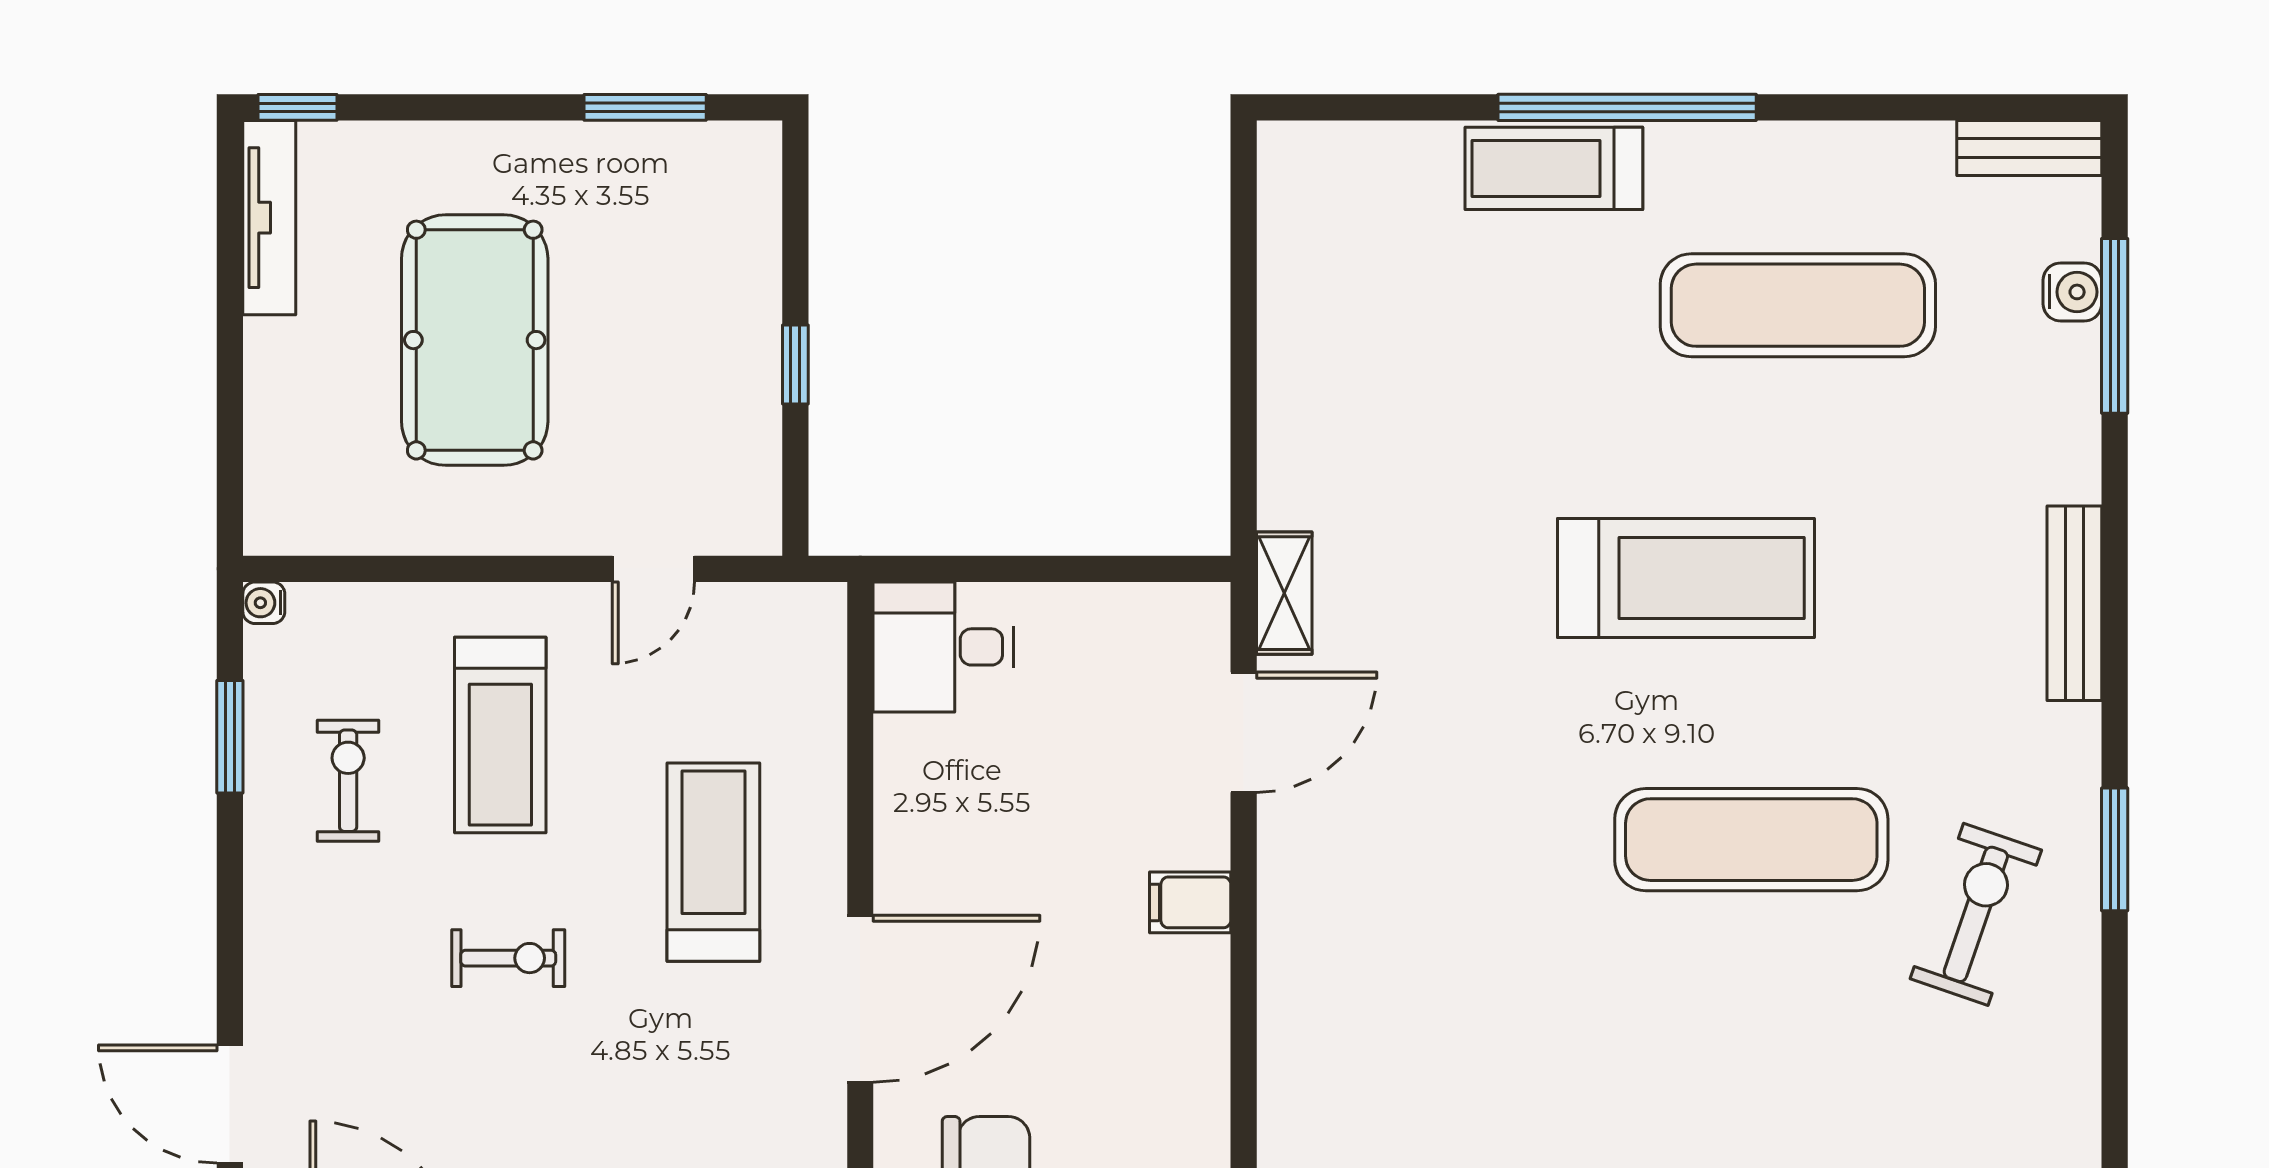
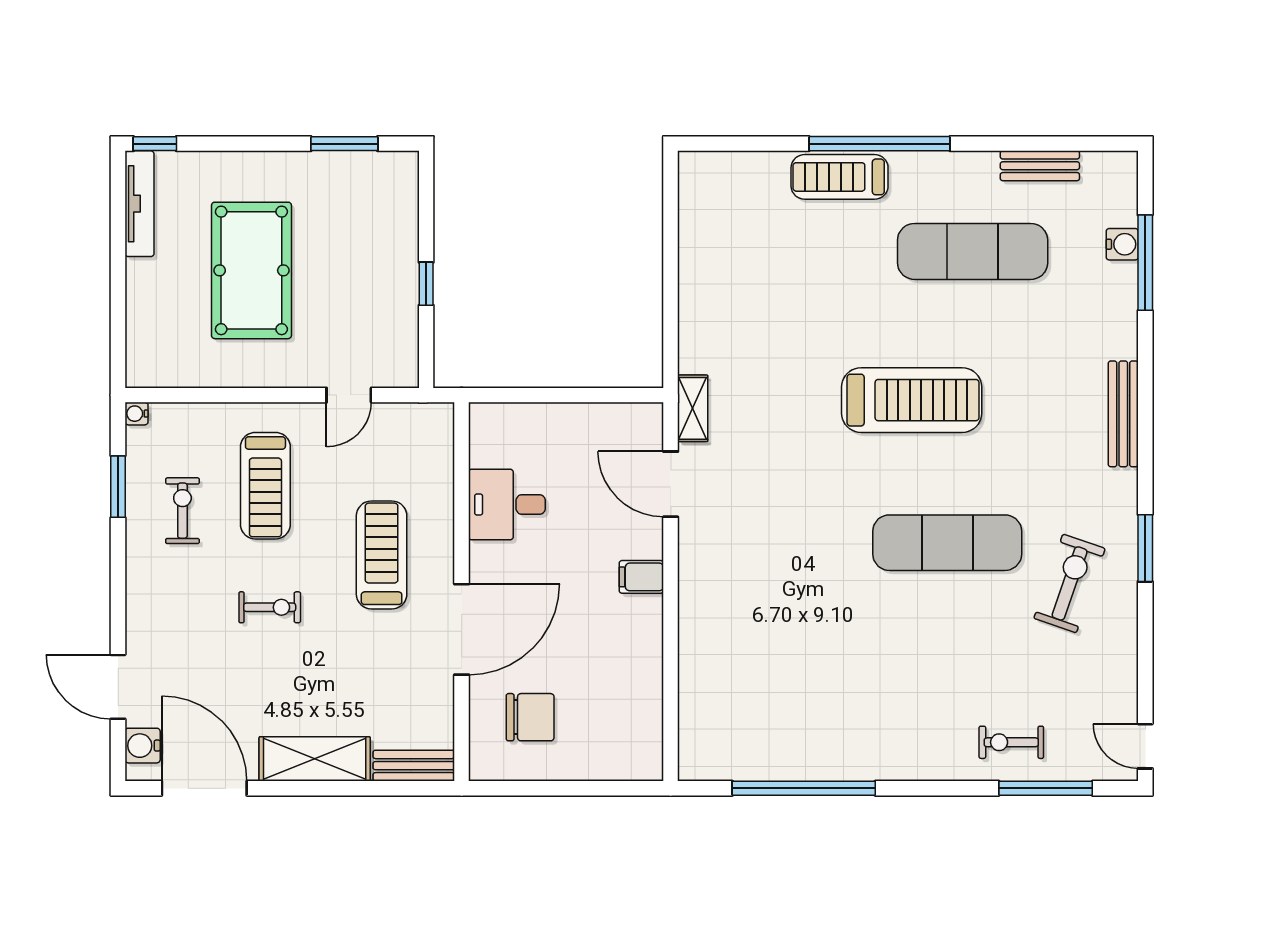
bench: (2029, 148) -> (1040, 166), moved
desk: (943, 647) -> (507, 505), moved
door: (1244, 732) -> (671, 484), swing flipped

